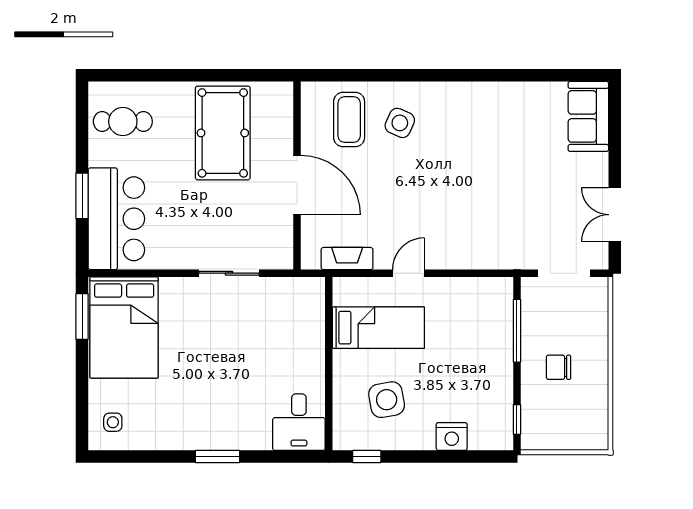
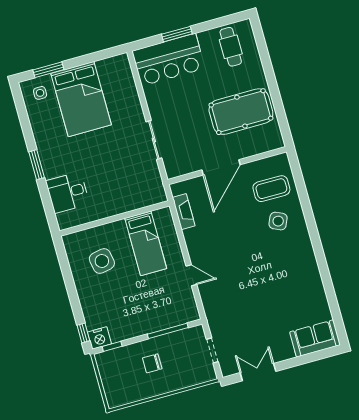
door: (408, 273) -> (191, 275), moved
doorway: (564, 273) -> (212, 351), width x0.73
window: (82, 316) -> (48, 70), moved
bed: (124, 327) -> (81, 99), moved, turned -90
chair: (558, 367) -> (152, 363), turned -90
desk: (299, 422) -> (68, 192), moved
nightstand: (452, 436) -> (99, 338), moved, turned -90
window: (367, 456) -> (83, 333), moved

